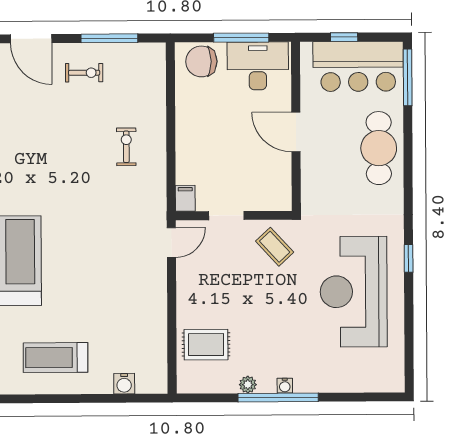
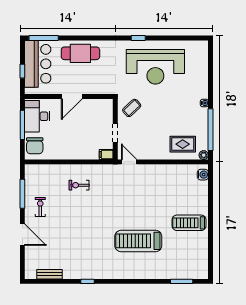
door: (31, 39) -> (22, 235), hinge flipped
rug: (206, 345) -> (183, 144), turned 90
treadmill: (55, 358) -> (189, 223), turned 90
water cooler: (124, 384) -> (203, 175), moved
plant: (248, 385) -> (204, 155), moved
window: (278, 398) -> (211, 130), moved

